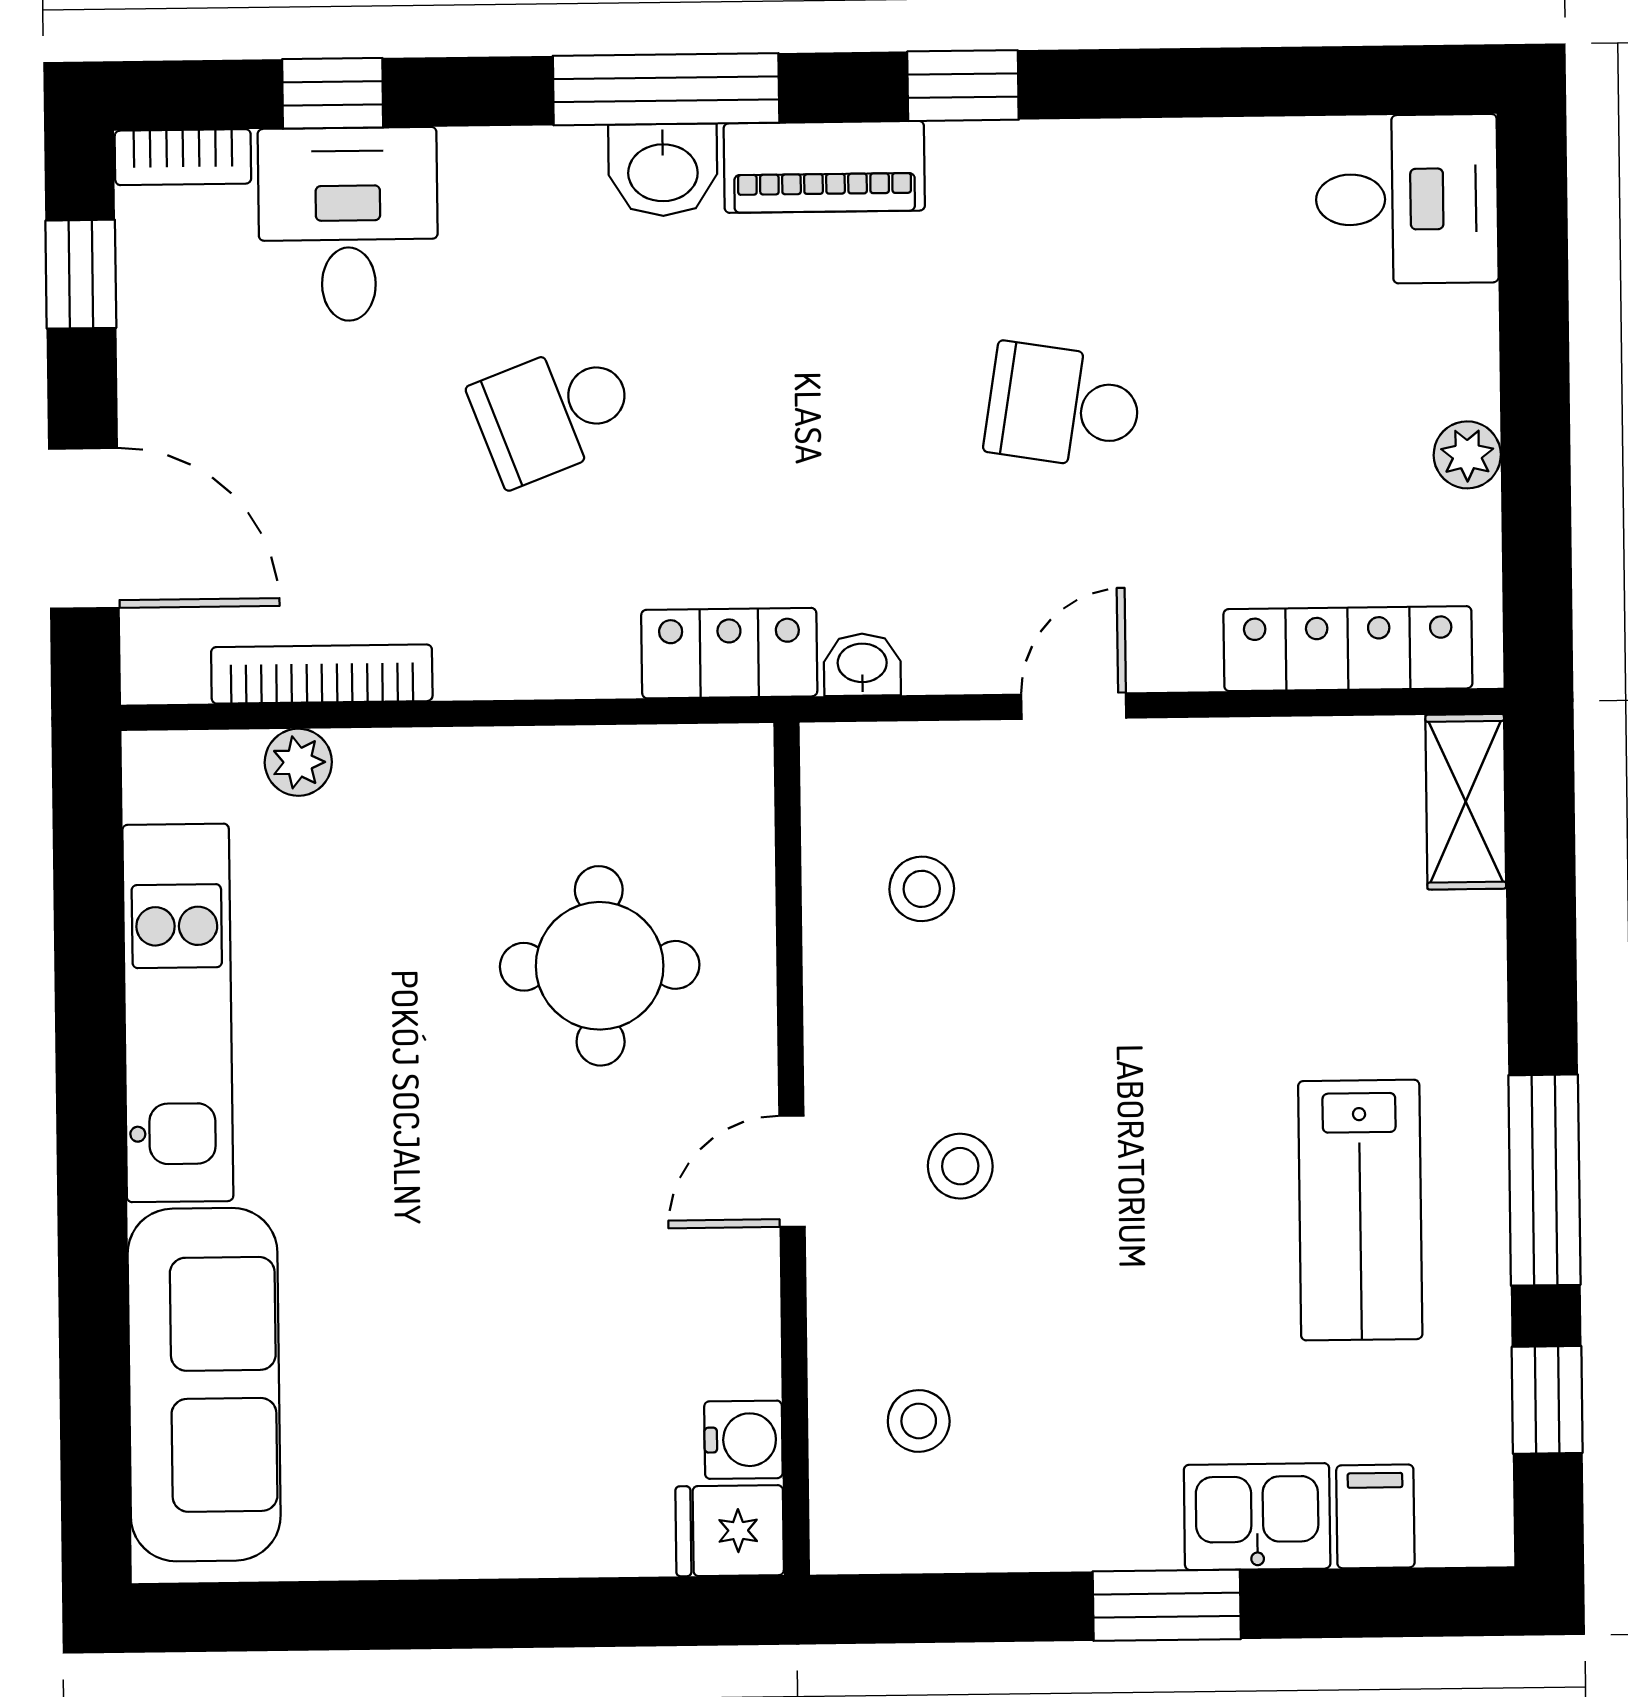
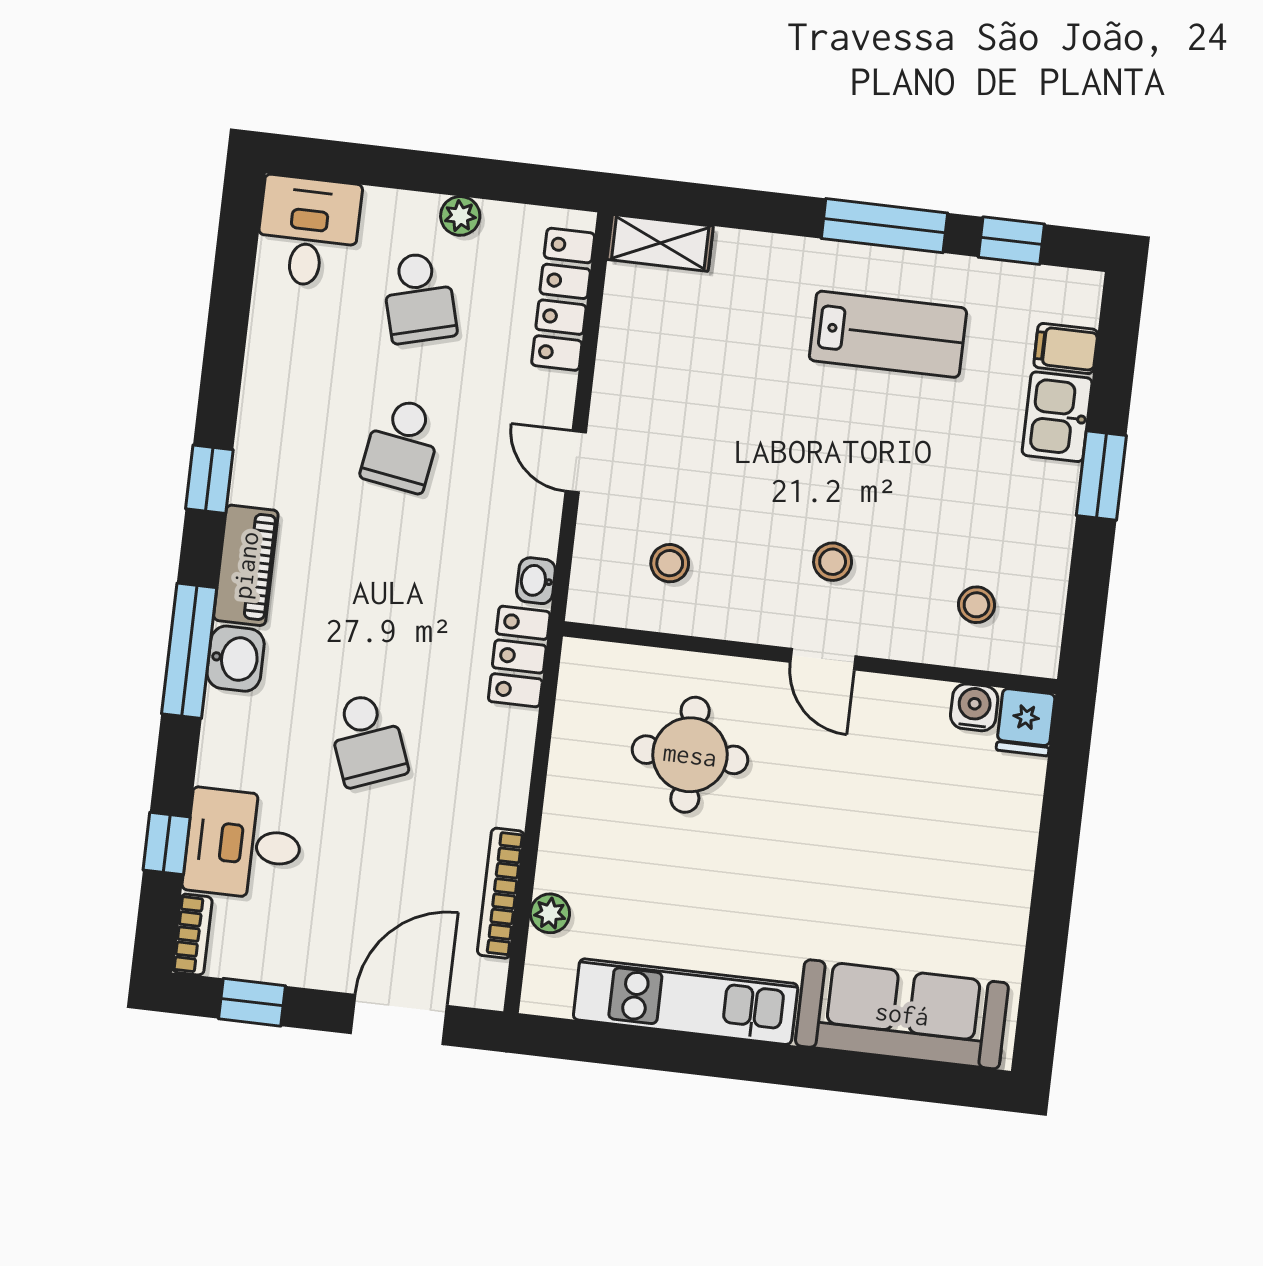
school desk: (1319, 403) -> (419, 298), added

